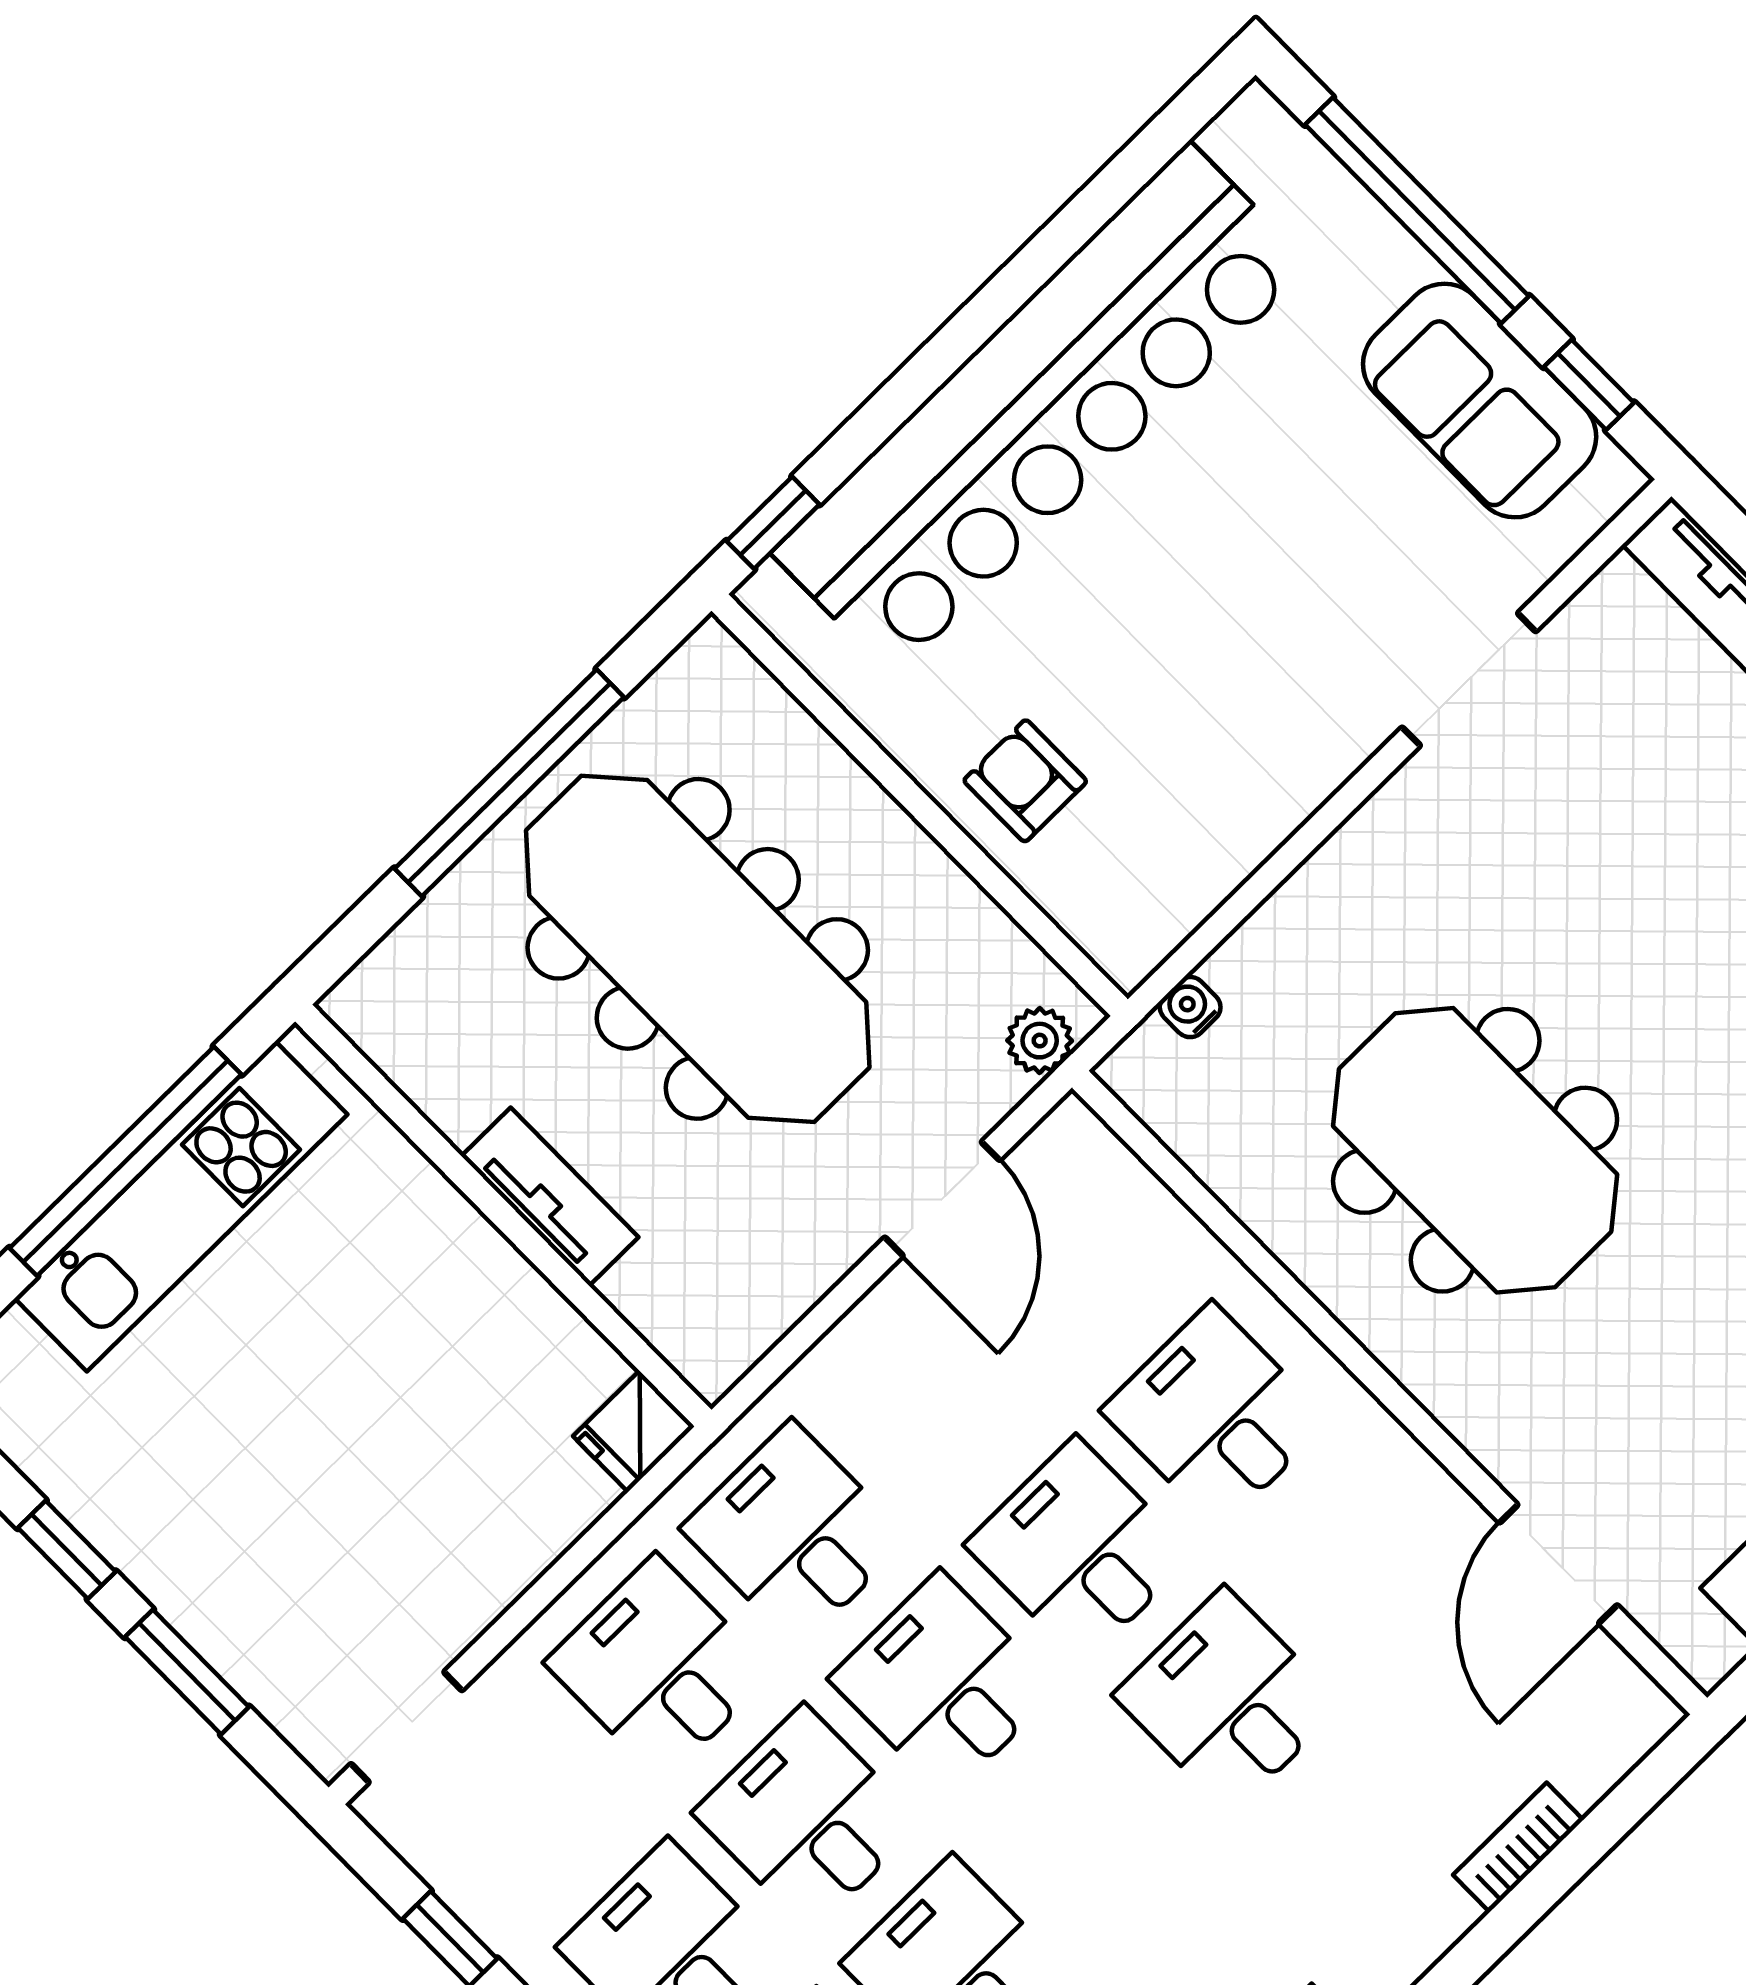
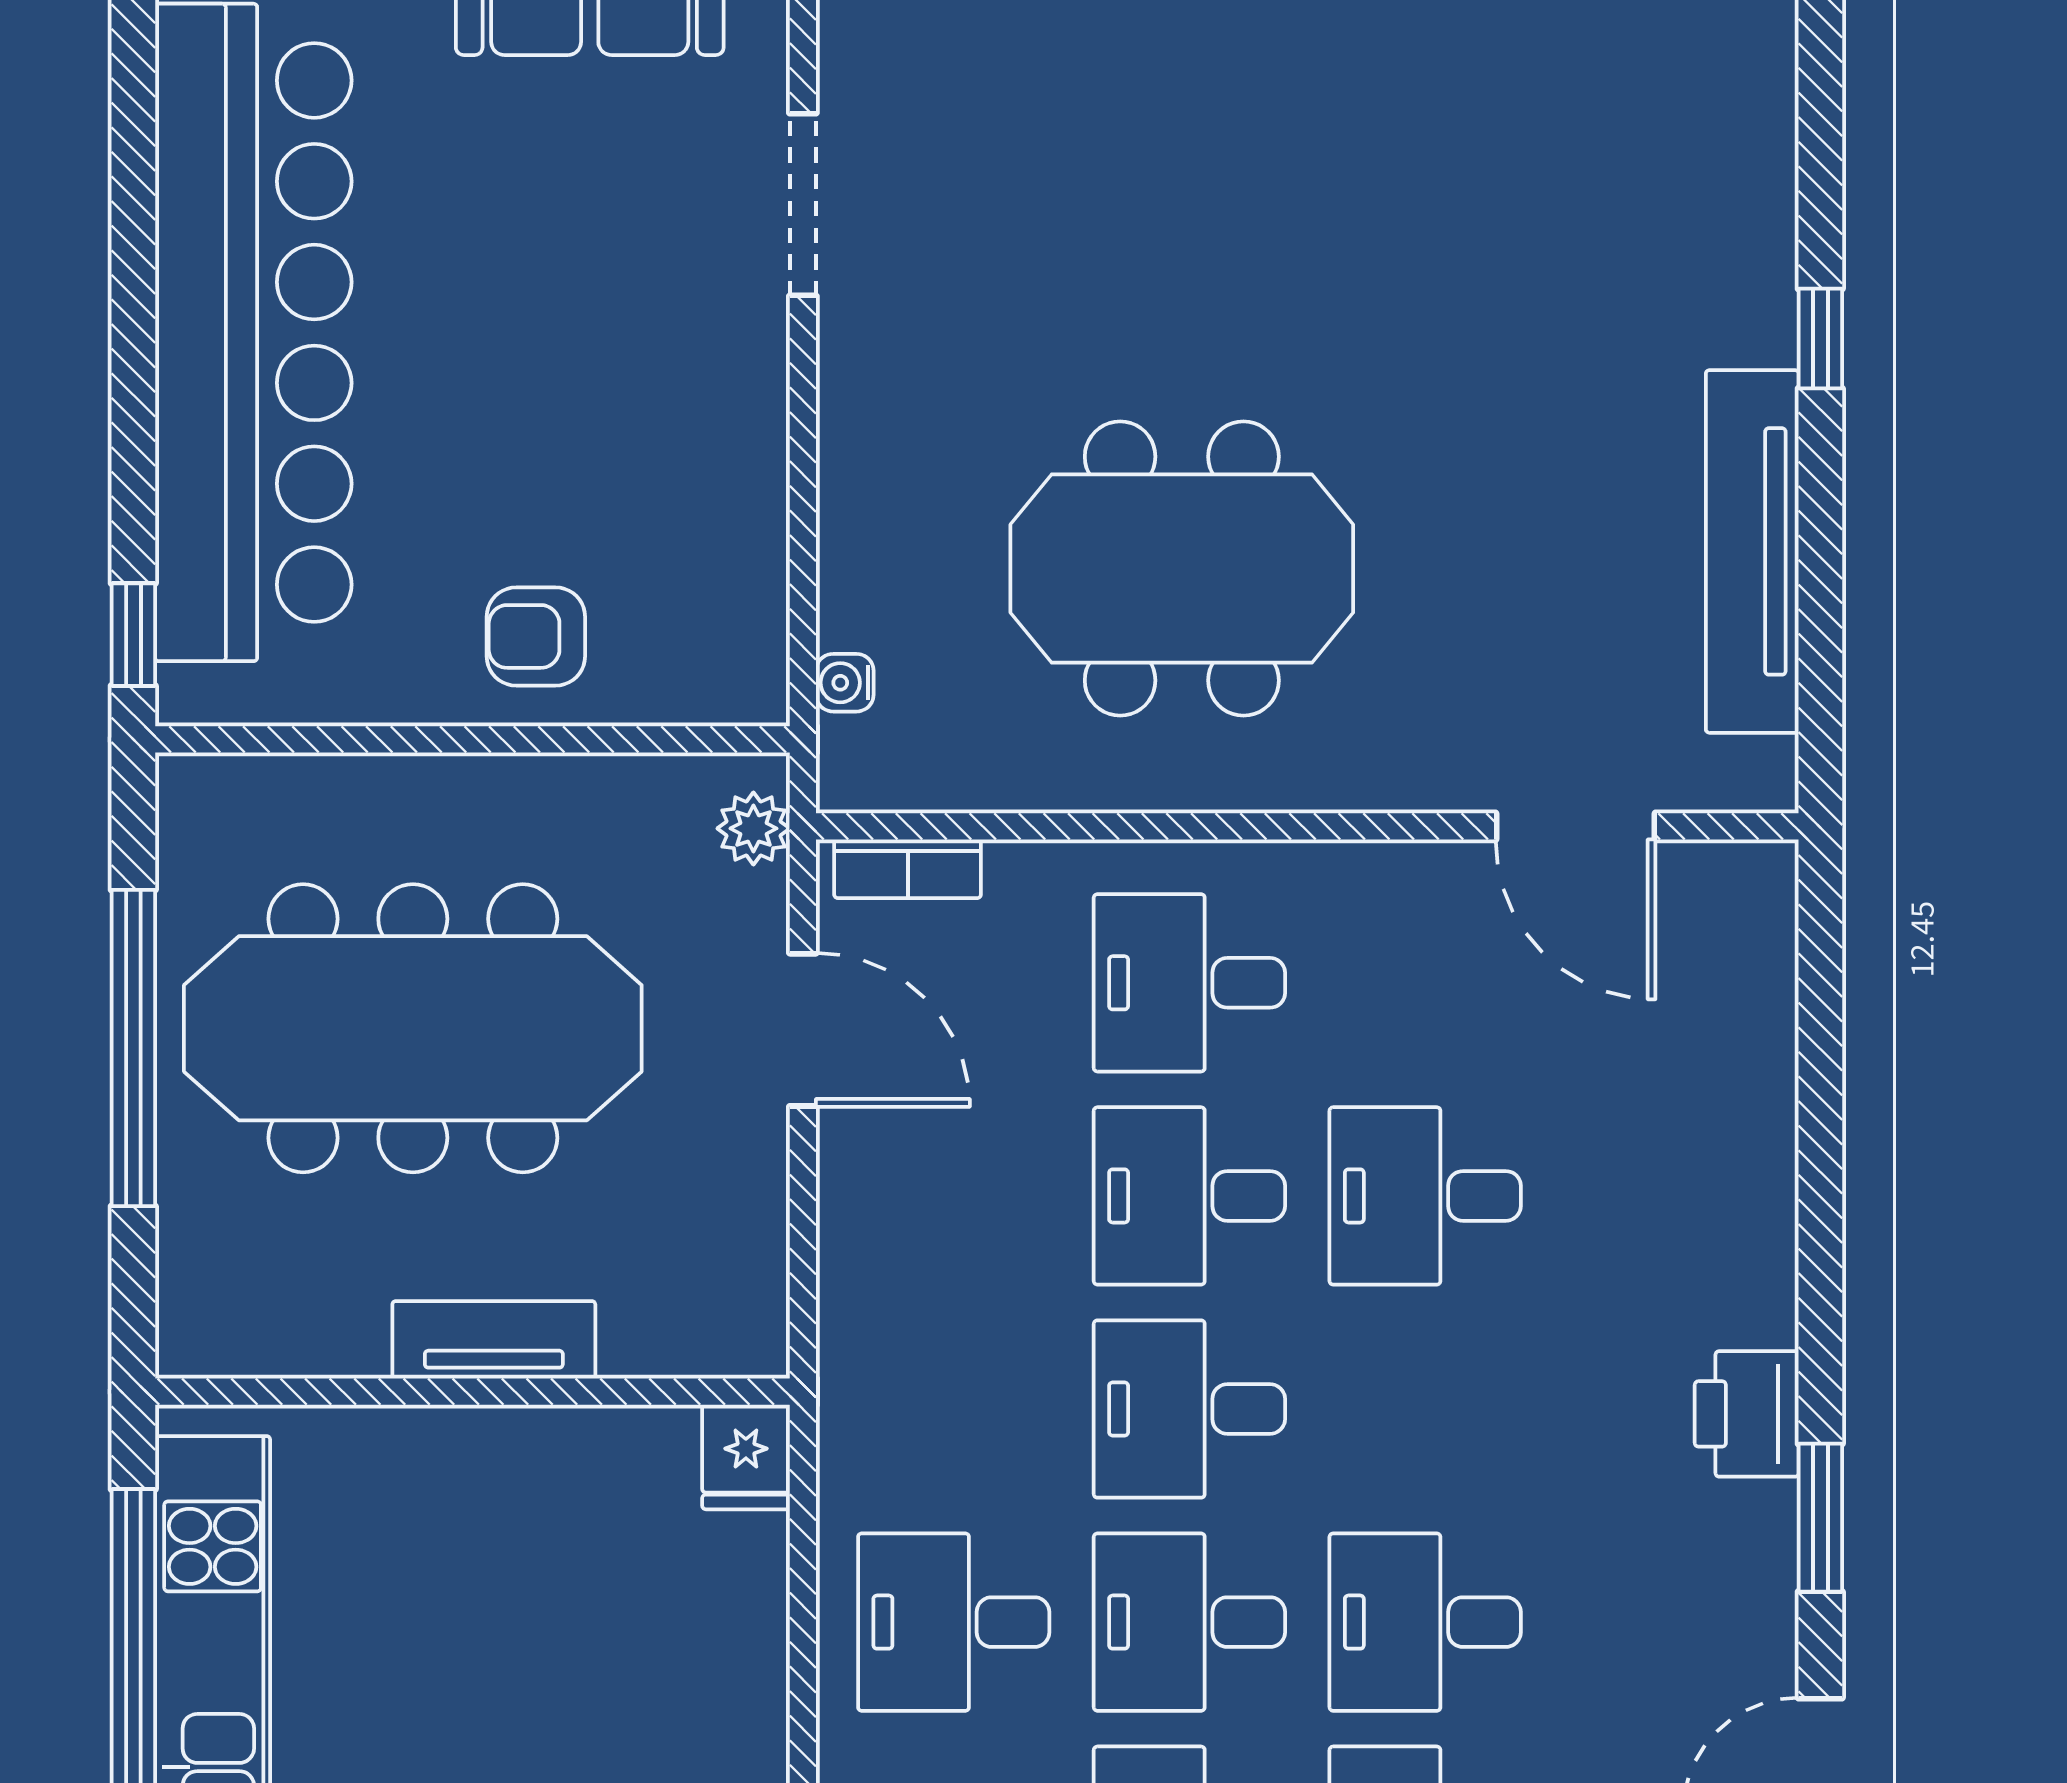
desk: (795, 1534) -> (954, 1409), removed
bookcase: (1518, 1847) -> (908, 869), moved, turned -90

